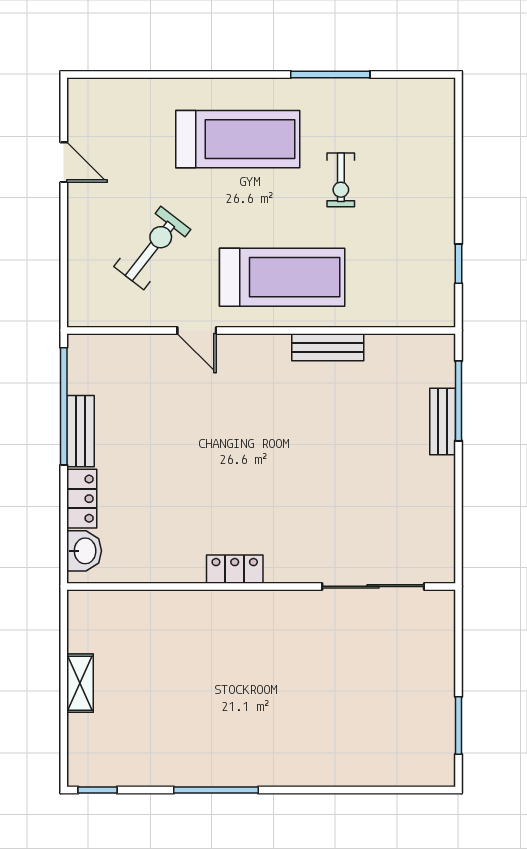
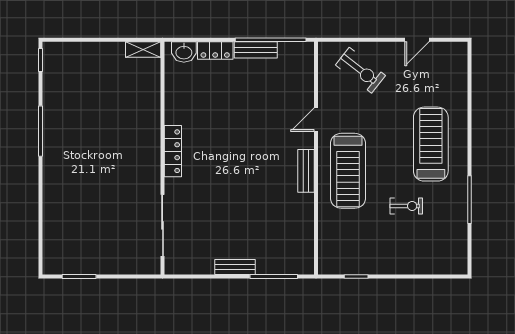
treadmill: (238, 139) -> (431, 144), turned 180
exercise bike: (341, 180) -> (406, 206), turned 180
exercise bike: (152, 248) -> (360, 70), moved
bench: (328, 347) -> (306, 171), moved
bench: (443, 421) -> (235, 267), moved
locker: (235, 569) -> (173, 151), width x1.53
shelving: (80, 683) -> (143, 50), moved

